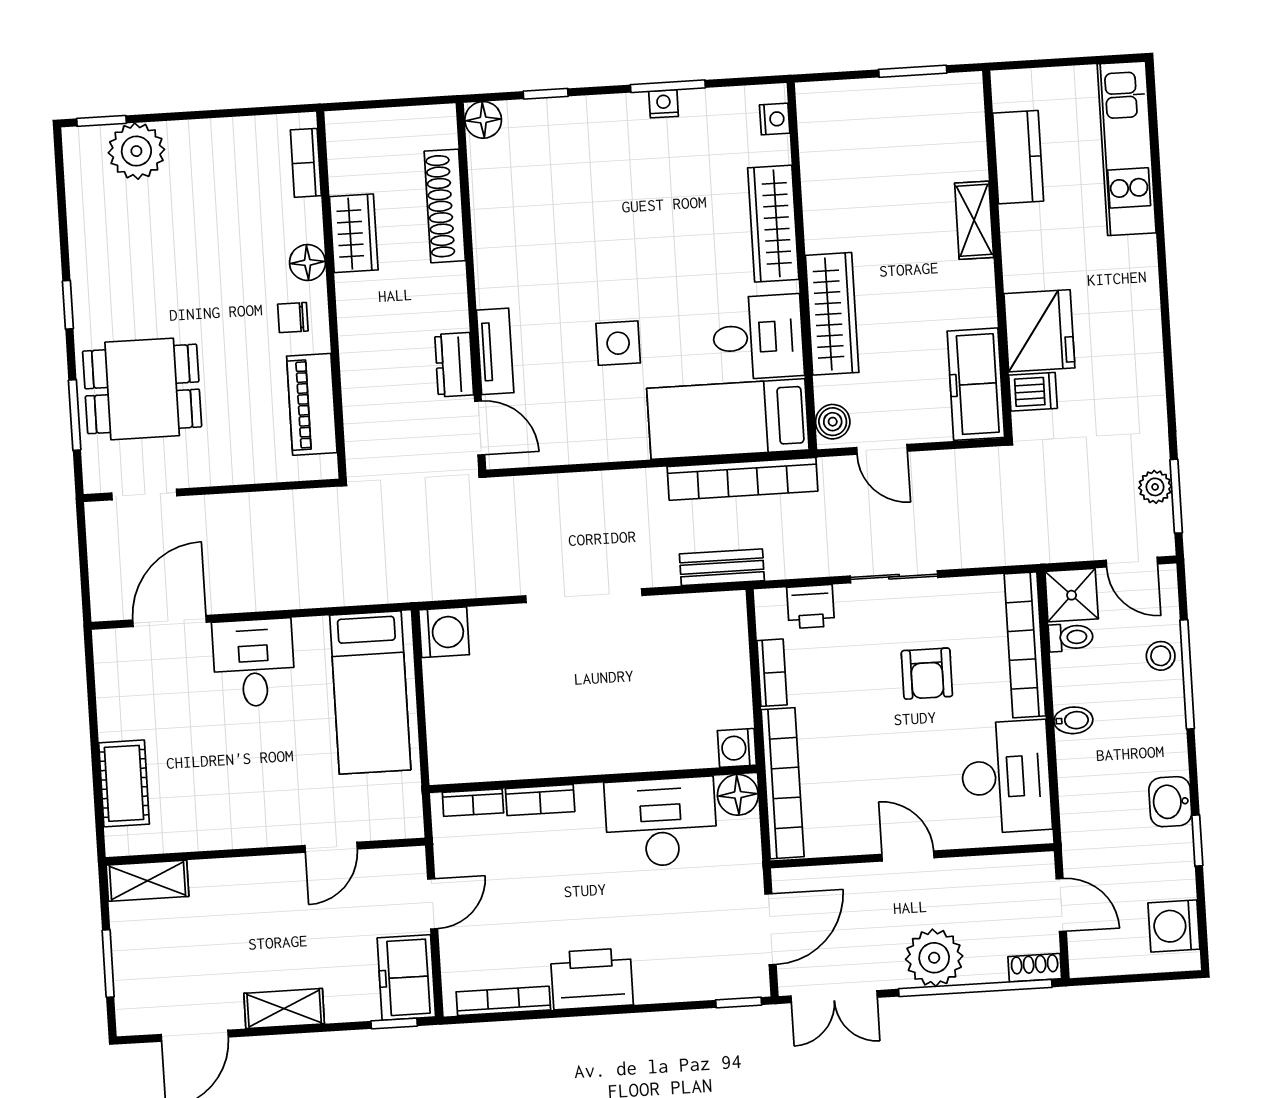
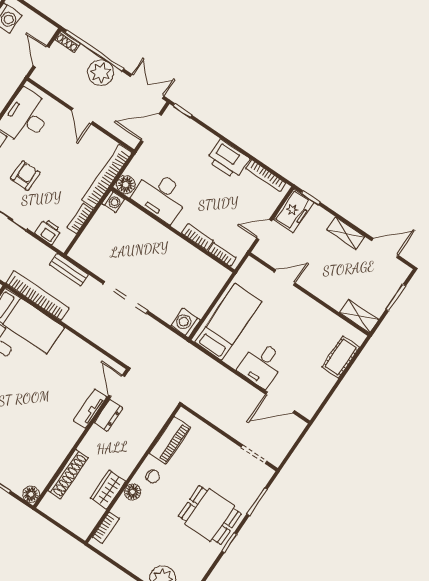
side table: (618, 343) -> (44, 378), removed
dining table: (142, 389) -> (210, 515), moved

